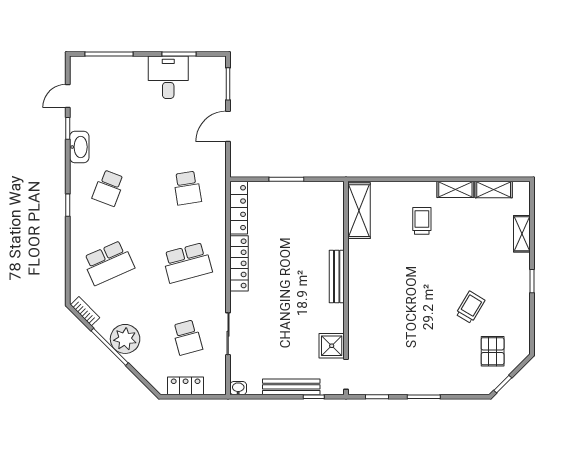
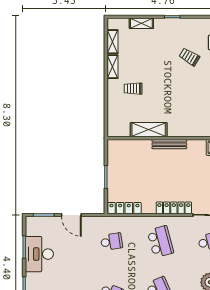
desk: (168, 77) -> (39, 254), width x1.37
shelving: (359, 211) -> (149, 130), moved
locker: (239, 263) -> (174, 208), moved

